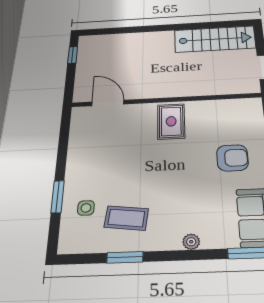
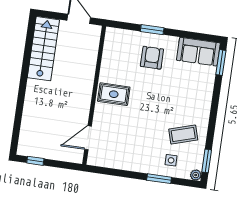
coffee table: (126, 218) -> (183, 135), turned 66
plant: (191, 242) -> (196, 175), moved
window: (125, 257) -> (207, 161), moved

